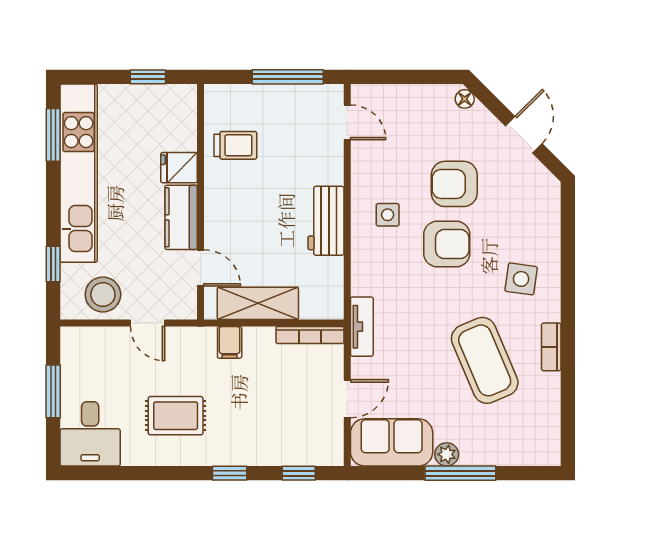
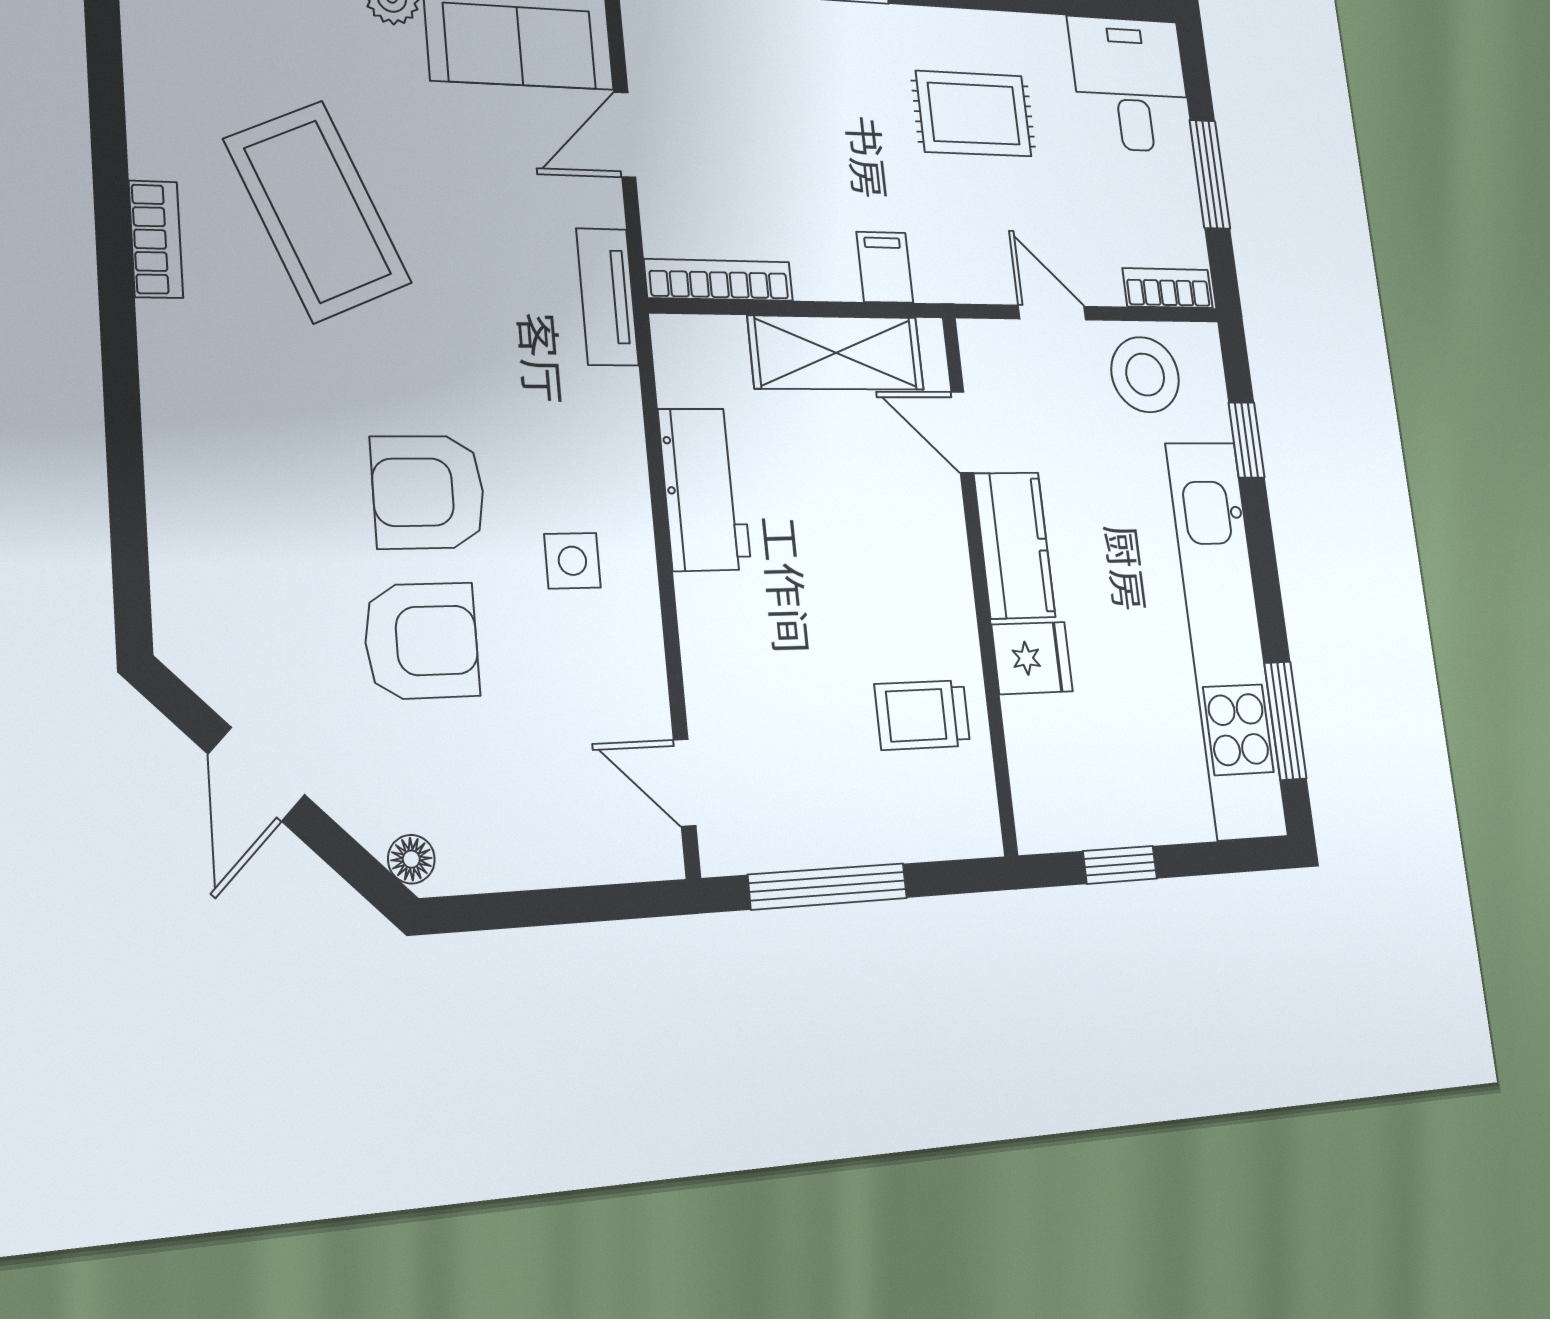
workbench: (326, 221) -> (704, 489), moved
side table: (521, 279) -> (241, 407), removed
bookcase: (85, 335) -> (1168, 288), added

